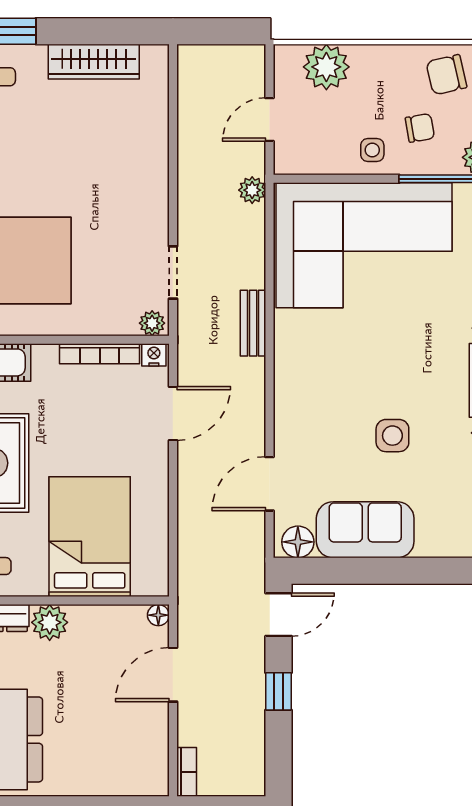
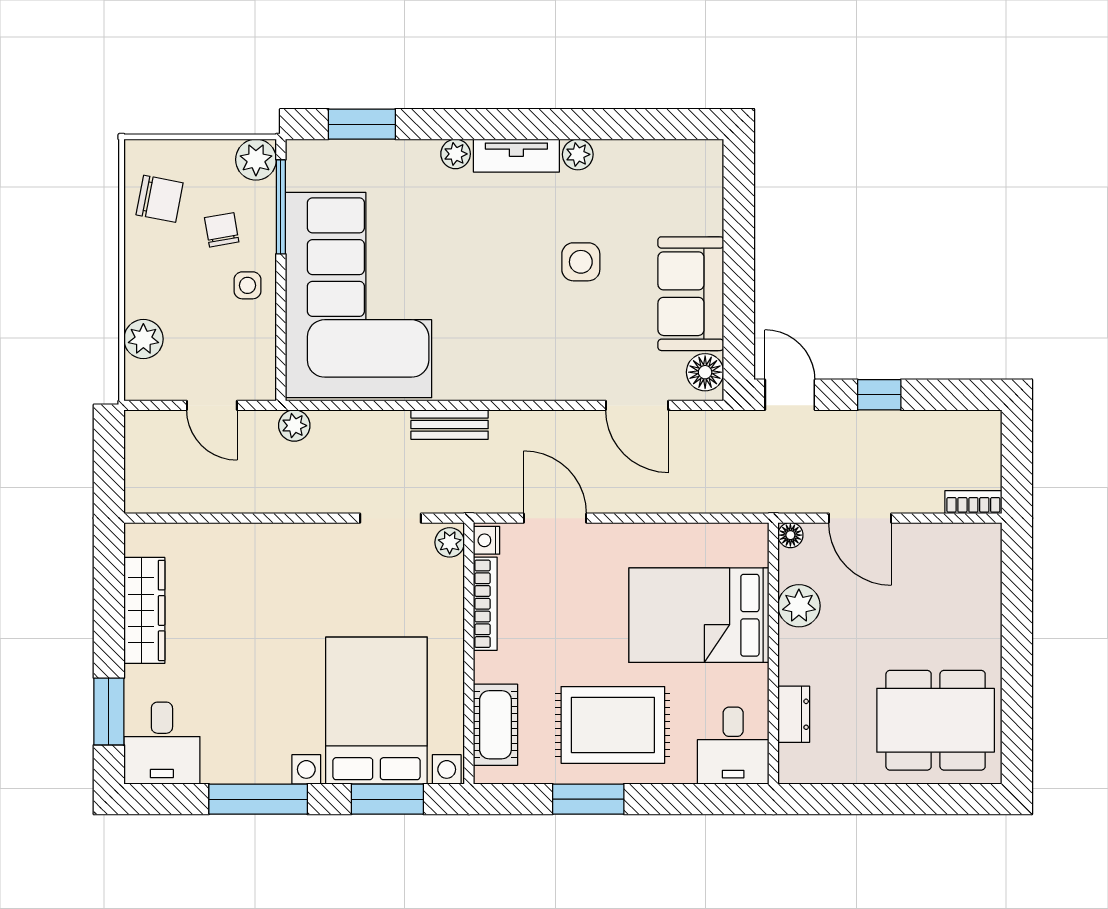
plant: (326, 67) -> (143, 339), width x0.73, depth x0.73
chair: (446, 75) -> (160, 199), turned -66
plant: (50, 622) -> (799, 606), moved

